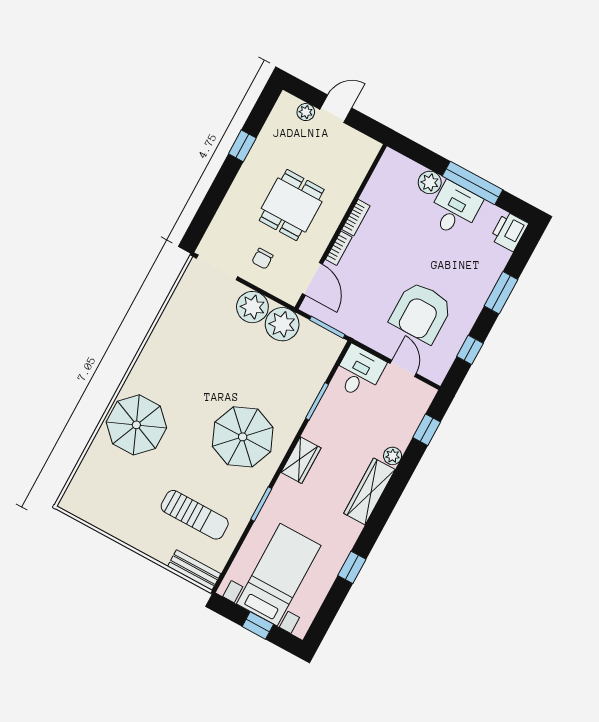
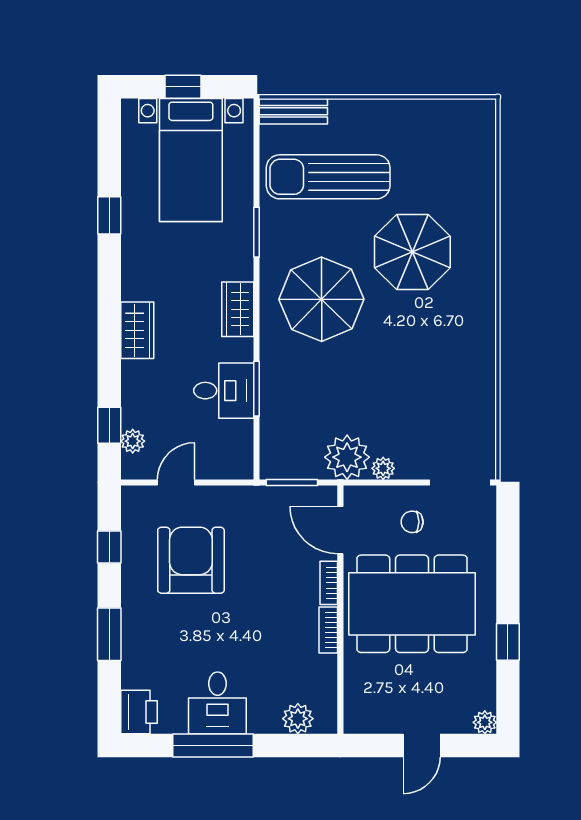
plant: (306, 112) -> (485, 722), moved
plant: (430, 182) -> (298, 719), moved
dining table: (292, 205) -> (412, 604), width x1.88, depth x1.24
chair: (262, 259) -> (412, 522), turned -90
plant: (252, 307) -> (383, 468), width x0.53, depth x0.53
door: (403, 368) -> (176, 483), swing flipped
desk: (359, 372) -> (224, 391), moved, turned -90
parasol: (136, 425) -> (412, 252), moved
plant: (393, 456) -> (133, 441), moved
wardrobe: (369, 491) -> (137, 330), width x0.67
sun lounger: (195, 515) -> (328, 177), width x1.36, depth x1.34

